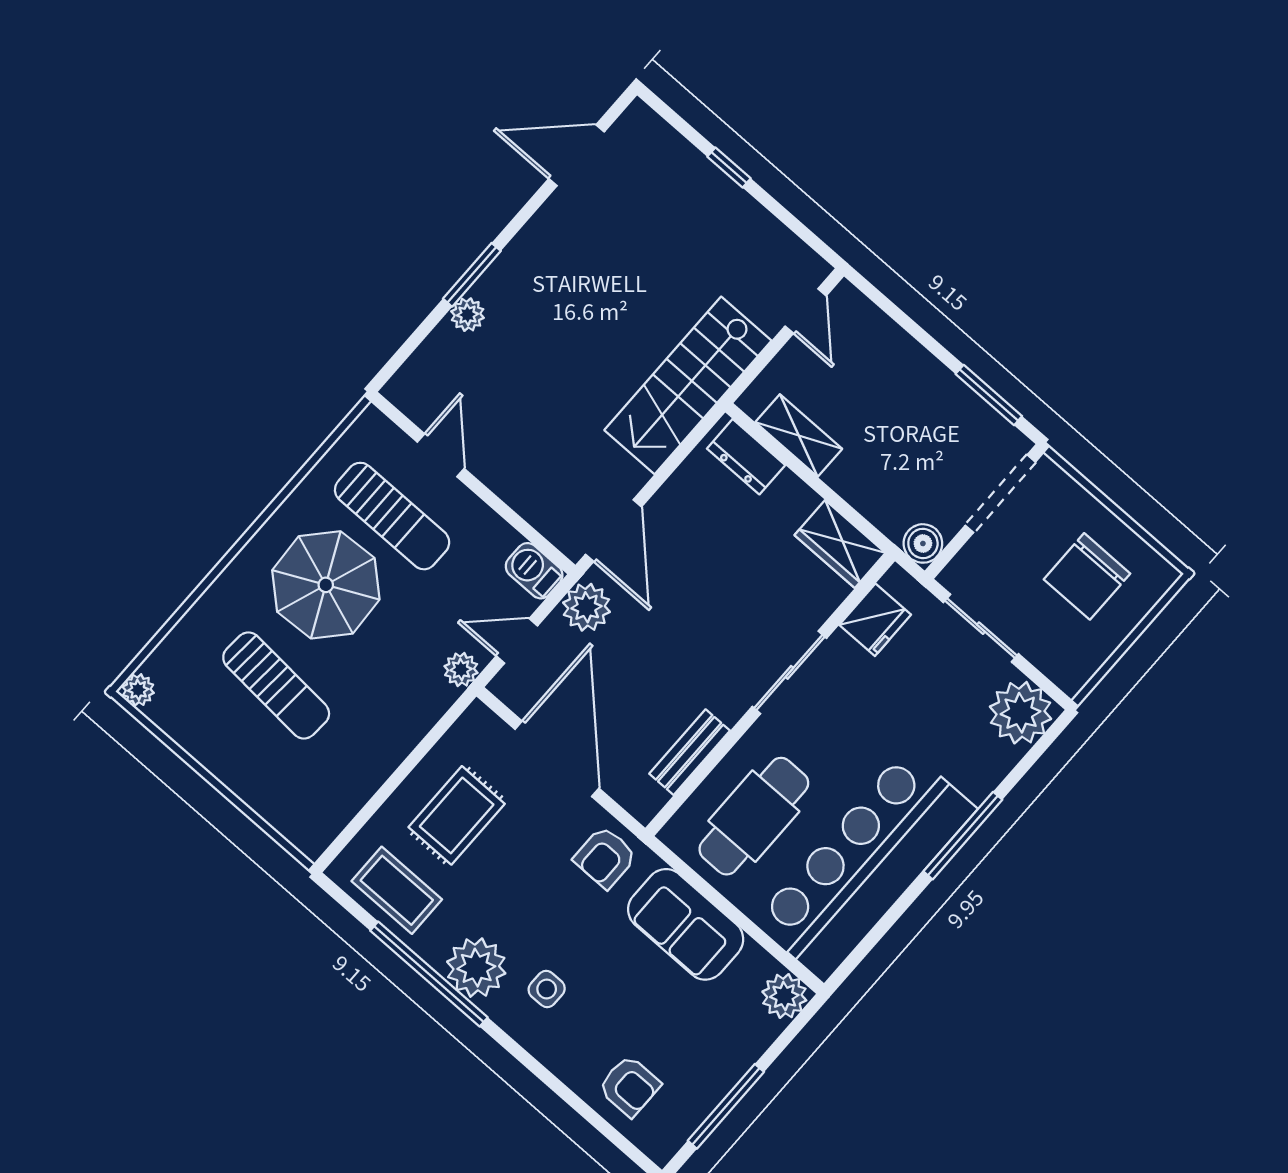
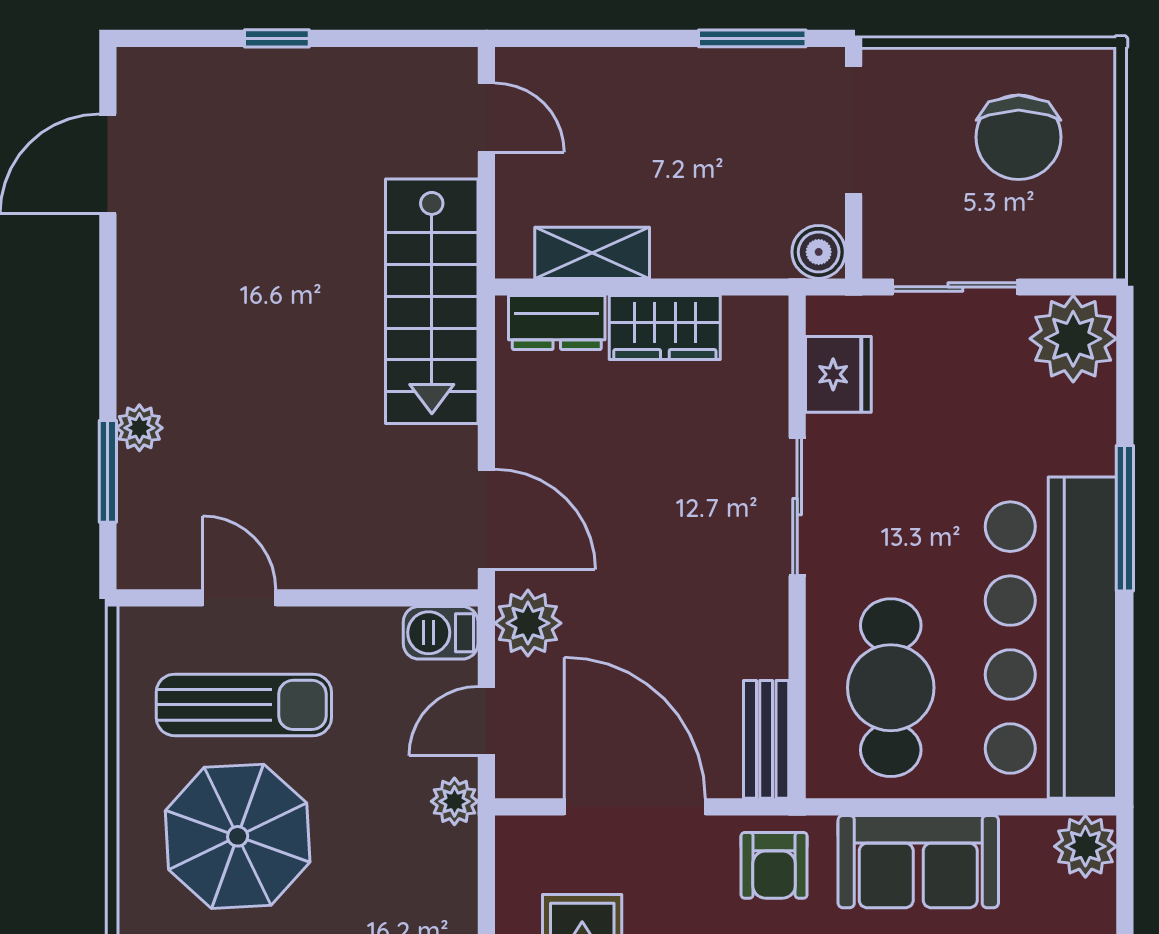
window: (472, 275) -> (108, 471), moved
wardrobe: (840, 544) -> (665, 328), moved
bench: (690, 752) -> (766, 739), moved

